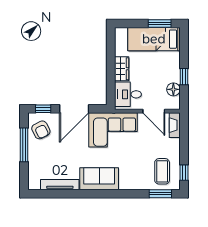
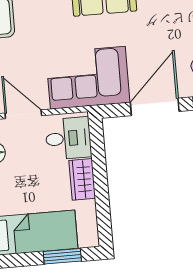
window: (160, 23) -> (62, 256), moved

